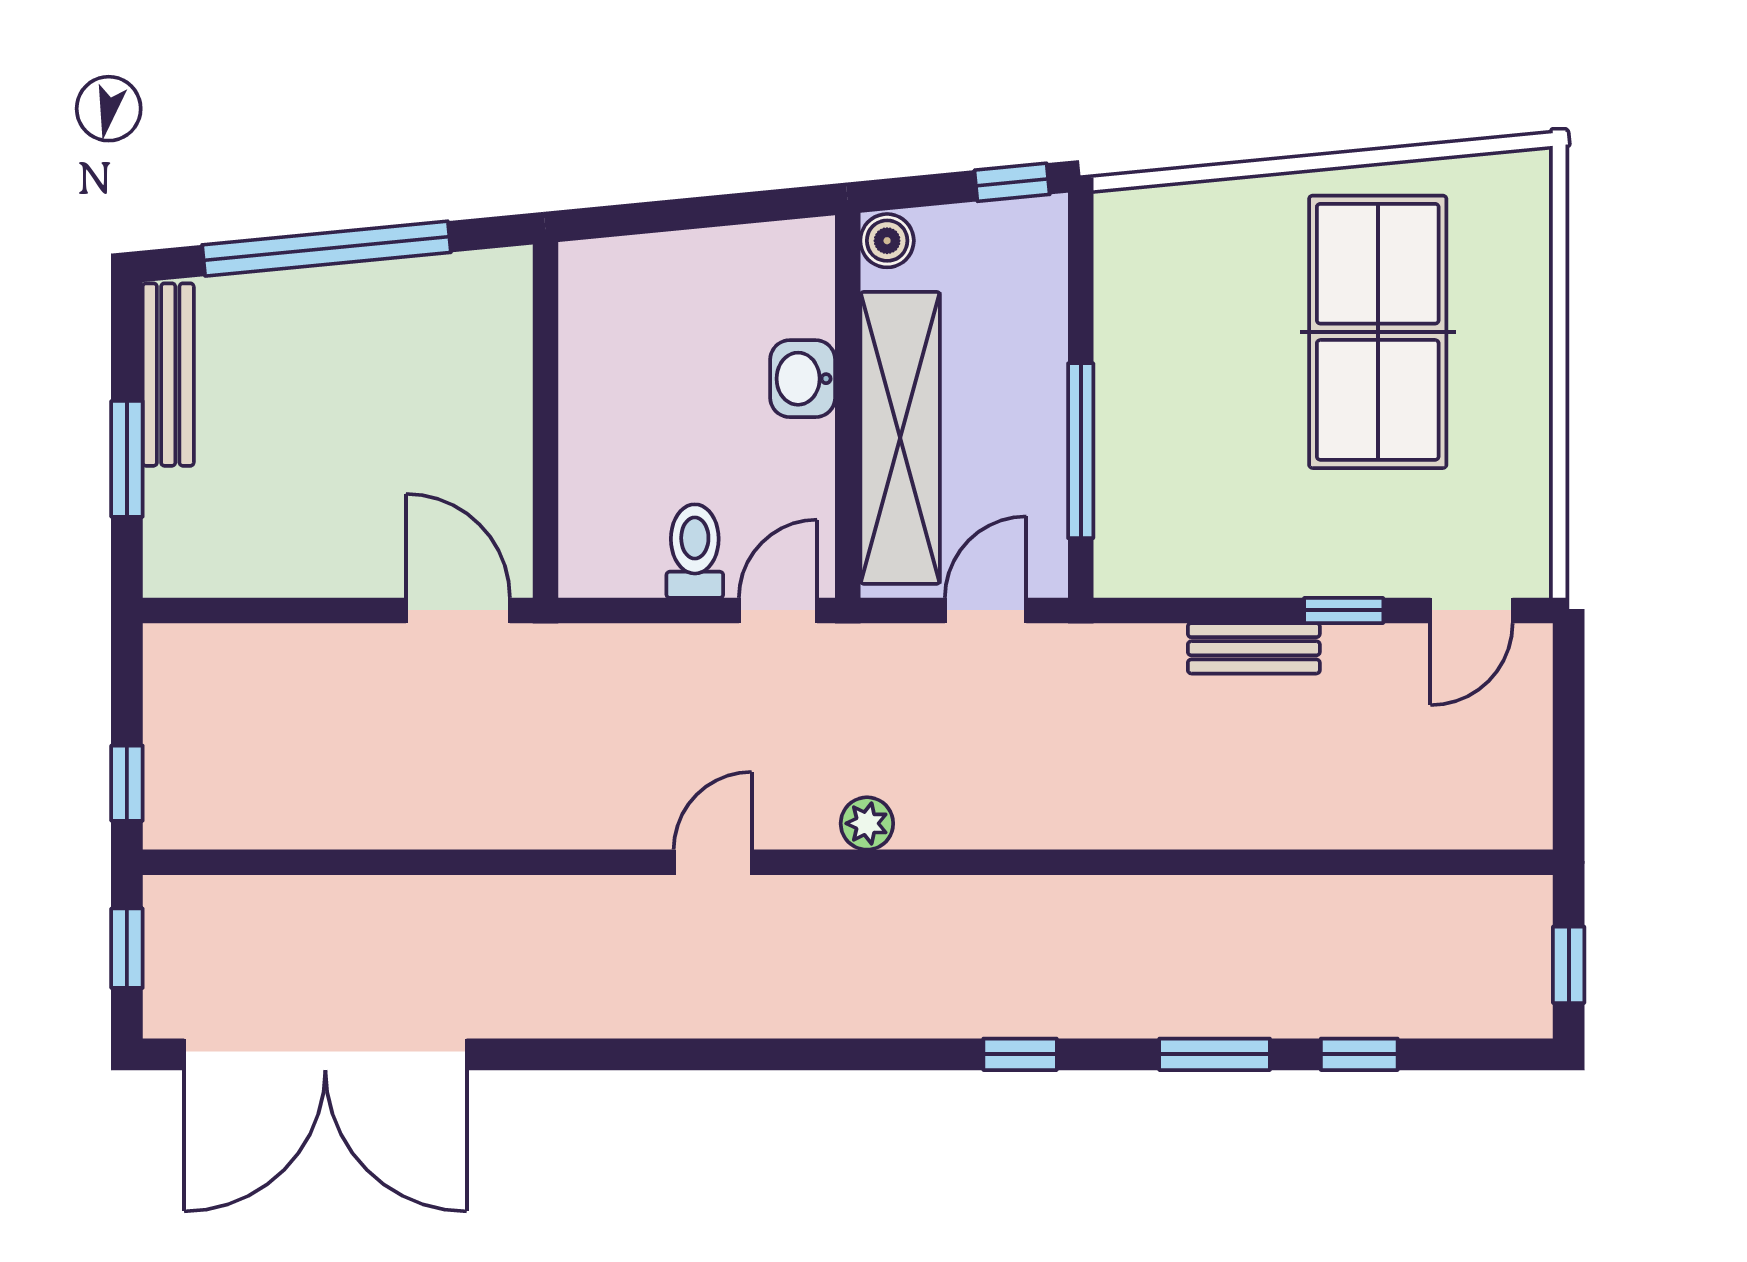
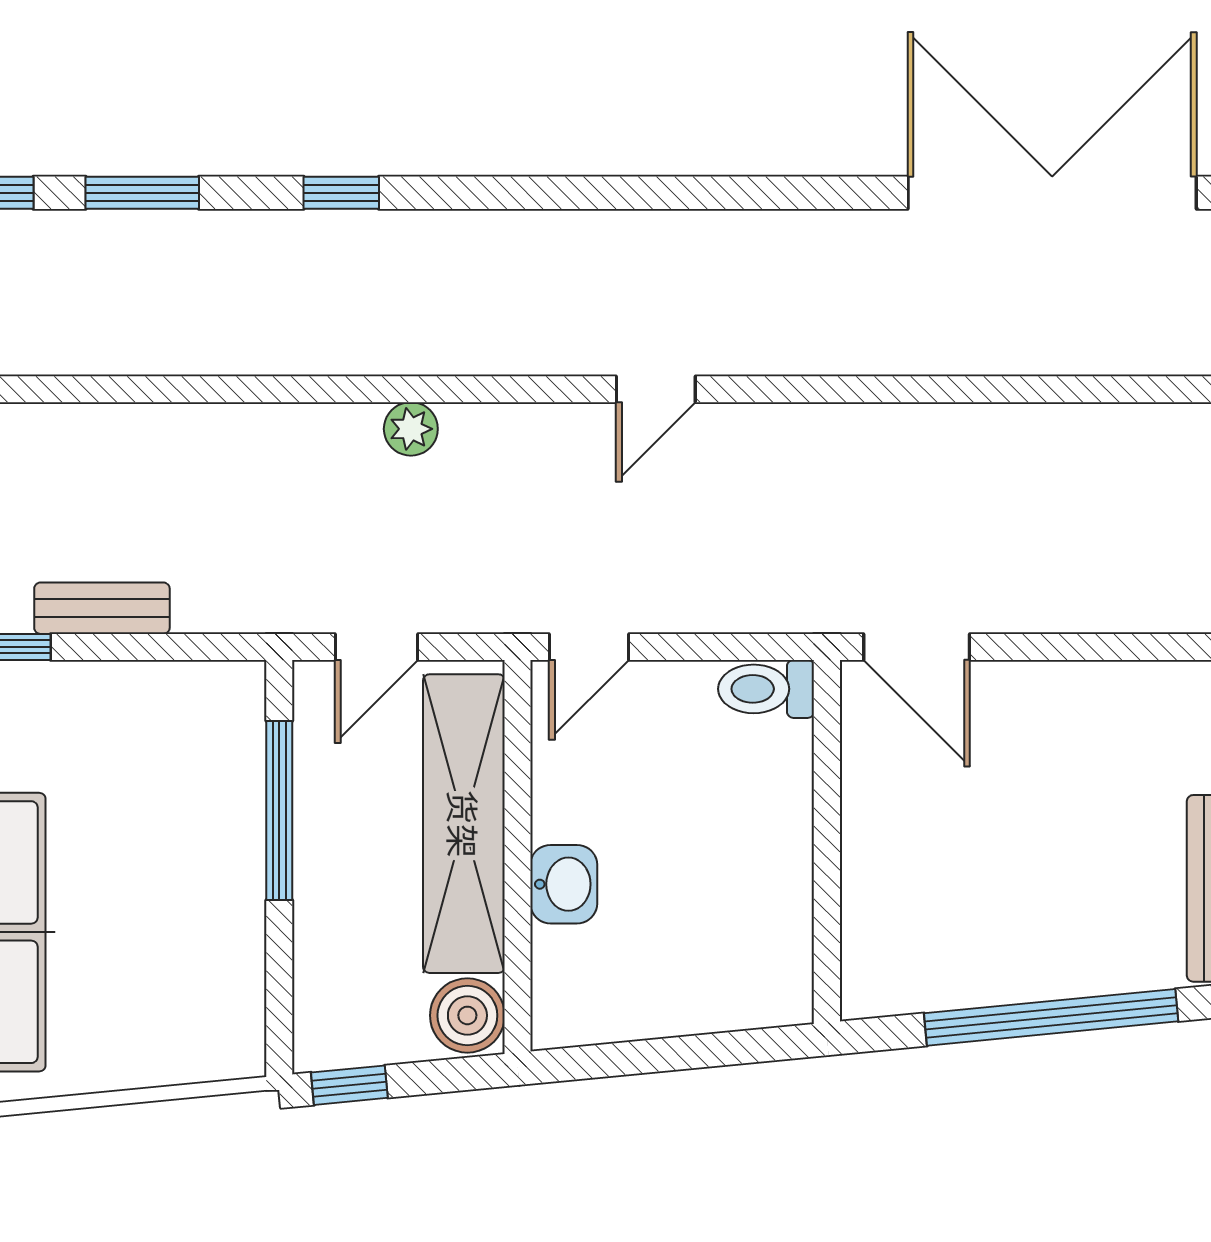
boiler: (887, 241) -> (467, 1015), width x1.36, depth x1.36
toilet: (695, 551) -> (766, 689), moved, turned 90
plant: (867, 823) -> (411, 429), moved

